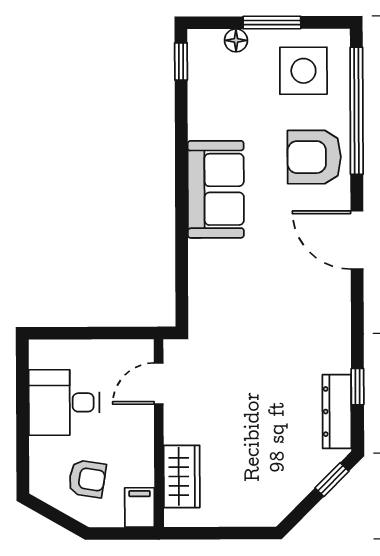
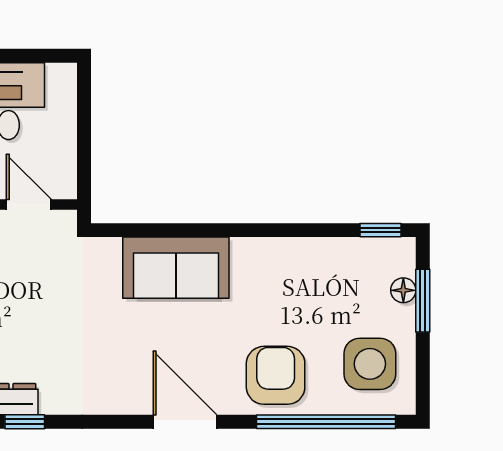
window: (272, 23) -> (423, 301), moved
sofa: (216, 189) -> (176, 268), moved
door: (357, 240) -> (185, 422), hinge flipped

